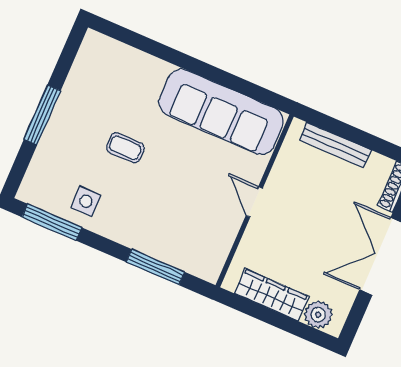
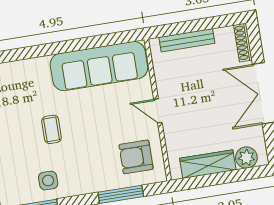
coffee table: (125, 148) -> (51, 129), turned 90
armchair: (198, 237) -> (136, 157), added

